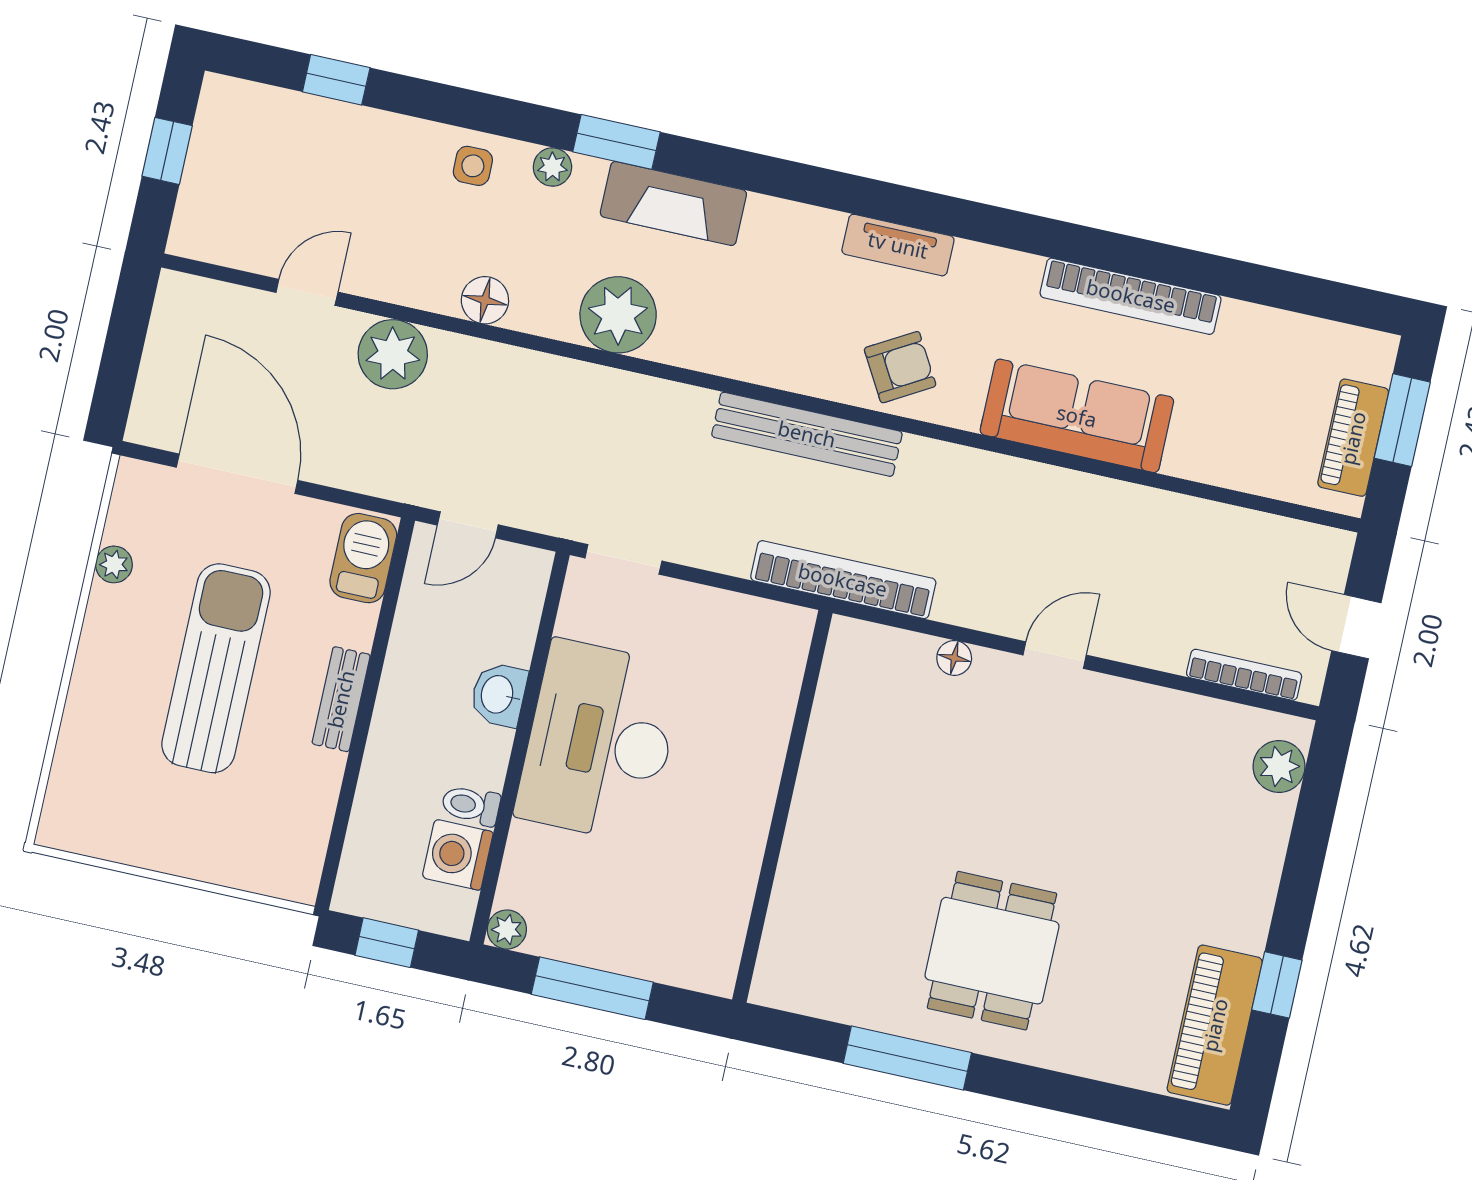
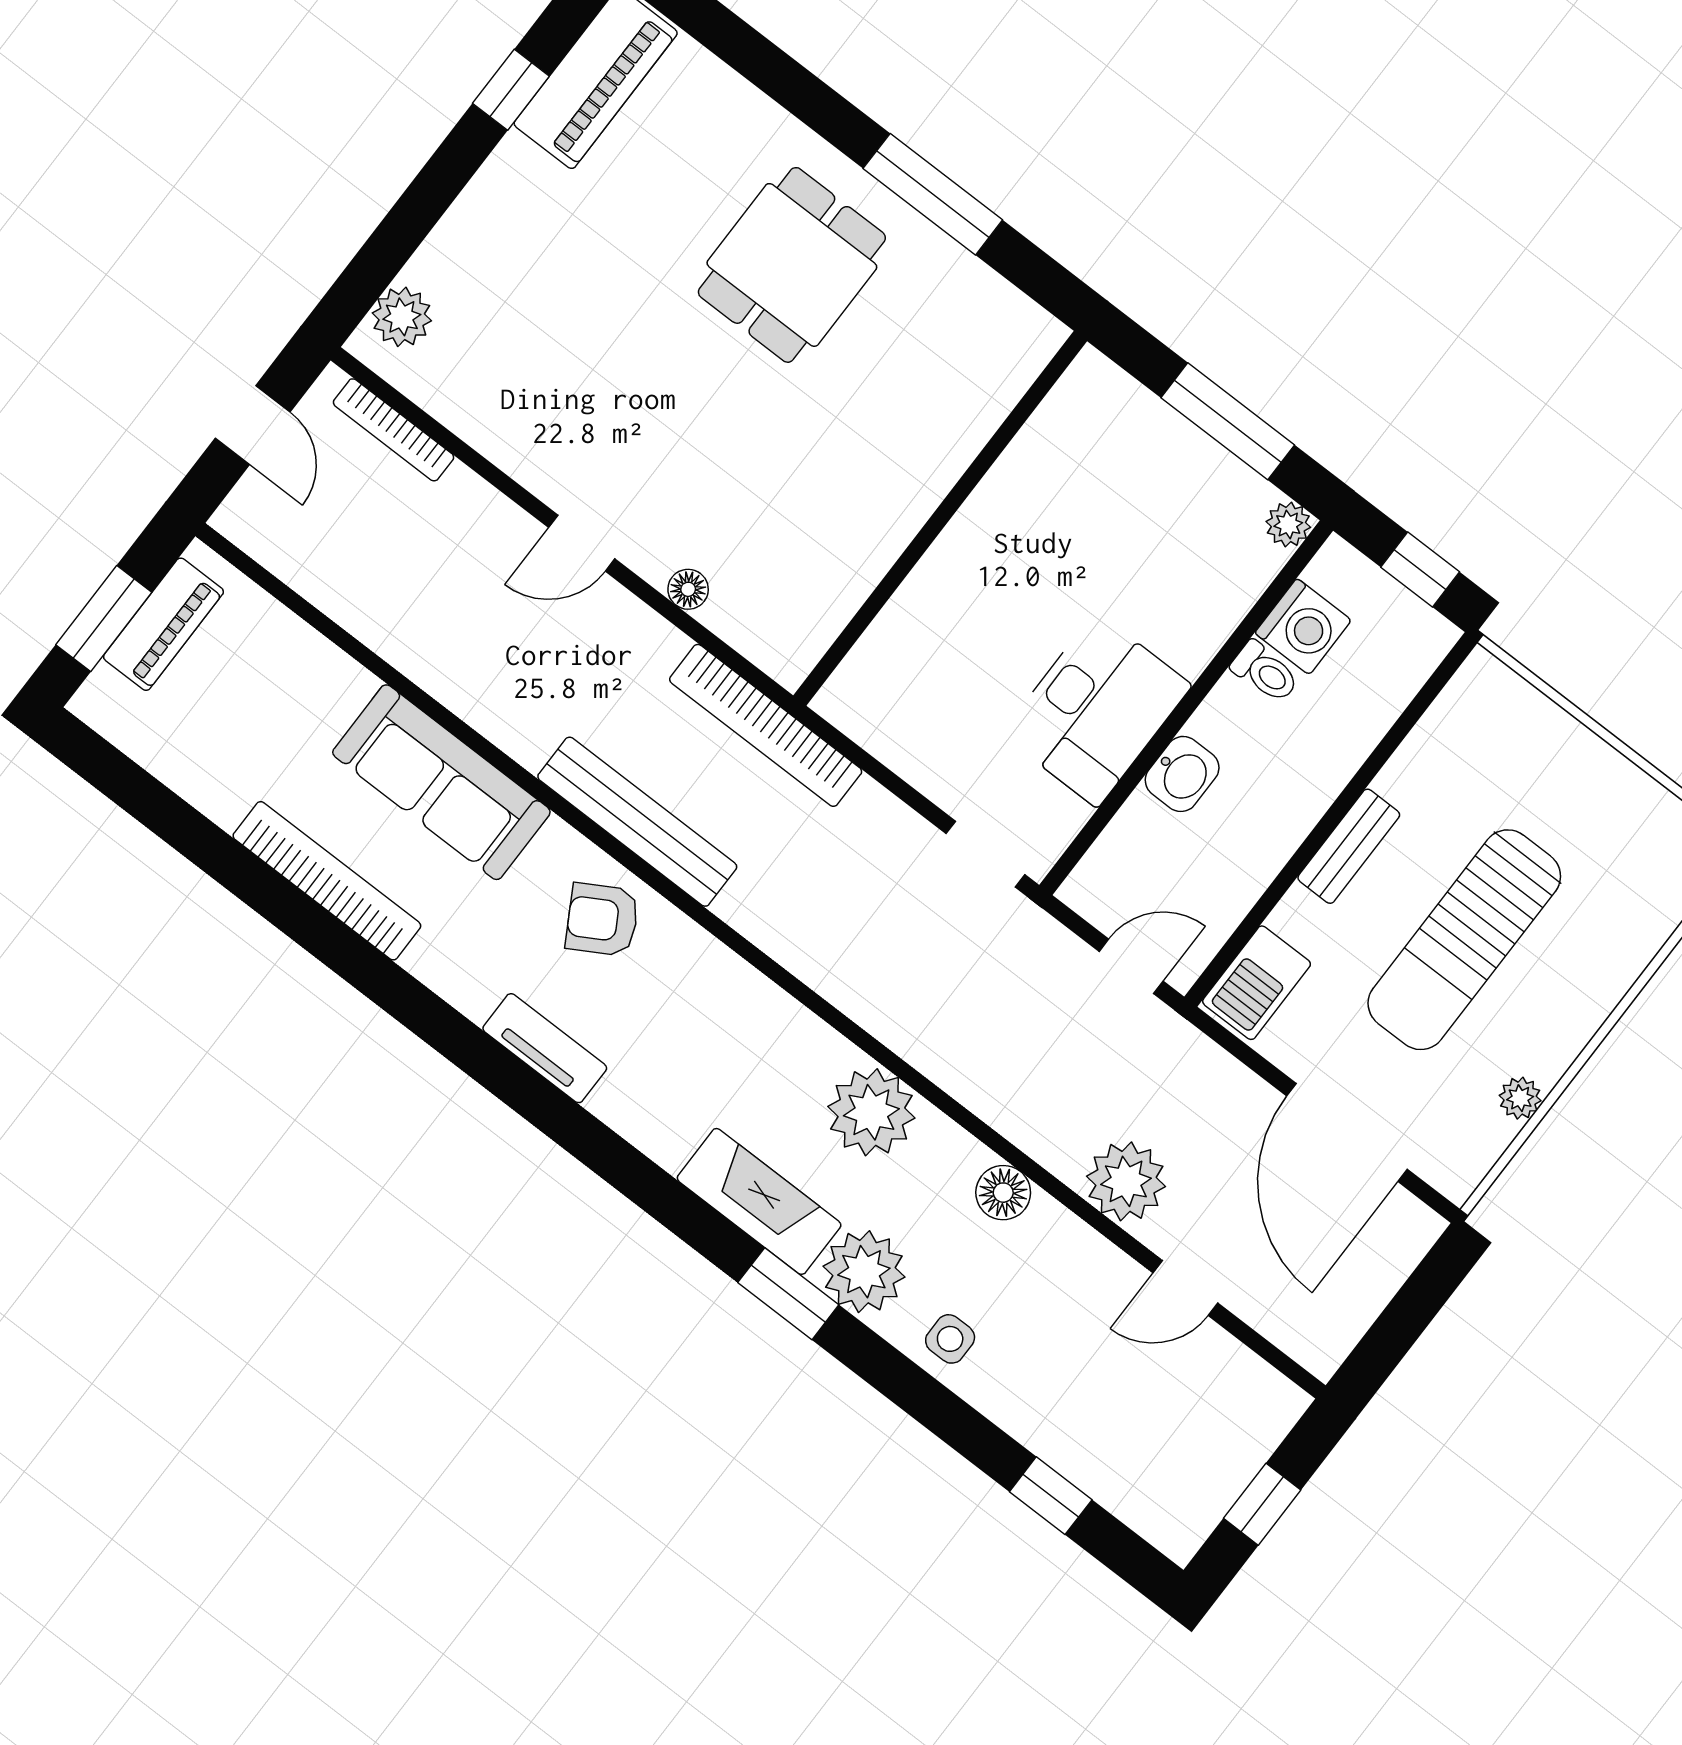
plant: (552, 167) -> (864, 1272), width x1.88, depth x1.88
bench: (807, 434) -> (637, 822), moved
desk: (600, 741) -> (1097, 710), width x0.73, depth x0.77

